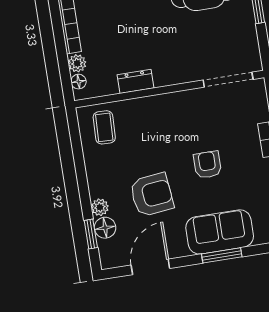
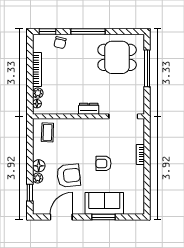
dresser: (135, 81) -> (89, 109), moved
armchair: (207, 165) -> (103, 163), turned -90
floor lamp: (105, 228) -> (39, 166), moved

